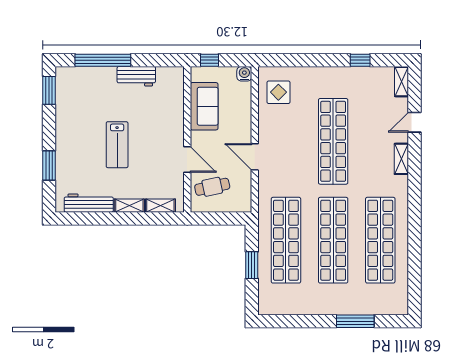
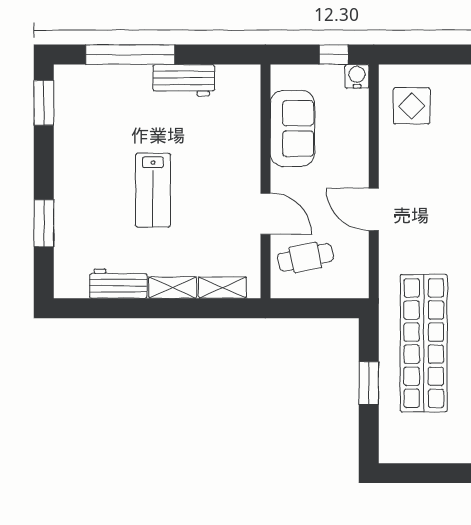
window: (209, 60) -> (334, 55), moved
workbench: (89, 203) -> (118, 284), width x0.73

